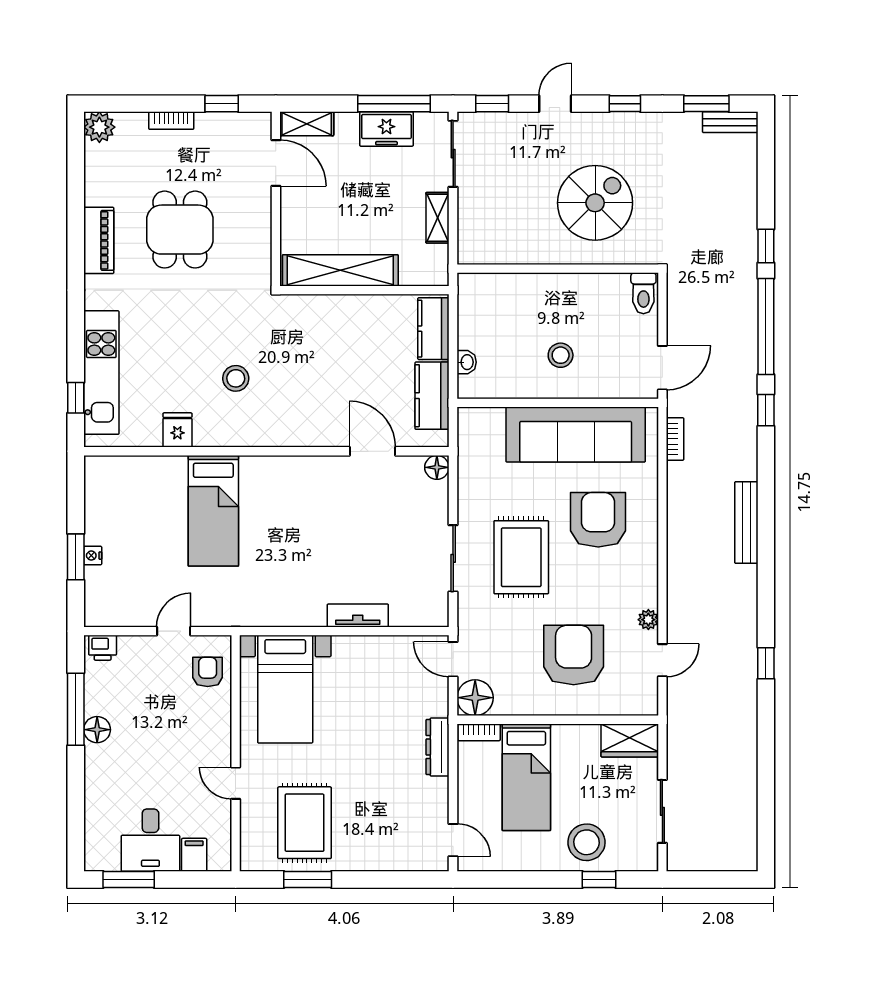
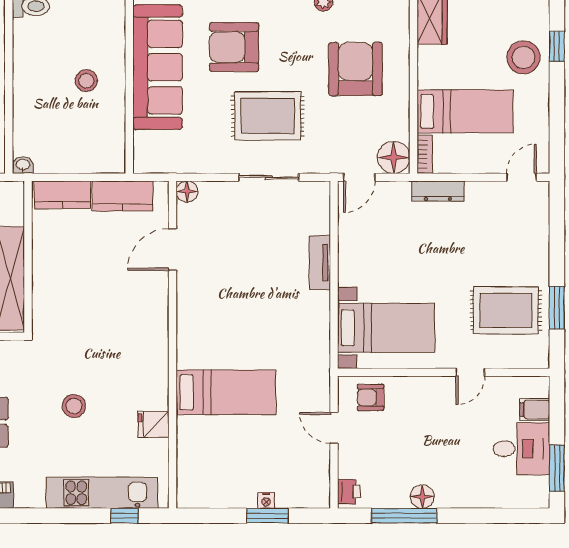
washbasin: (467, 362) -> (23, 165), moved
stool: (236, 378) -> (74, 406), moved
armchair: (574, 655) -> (355, 69), turned 90

